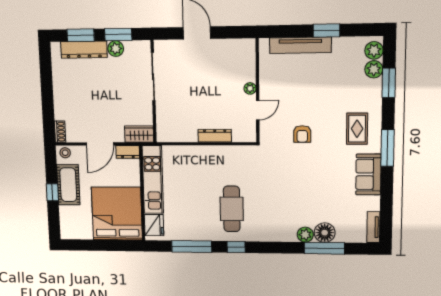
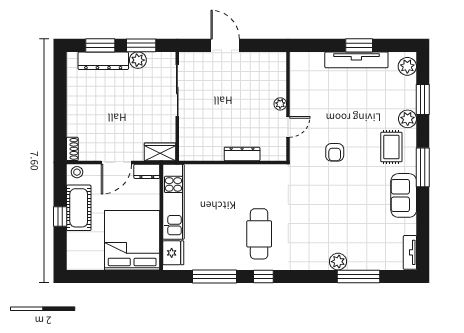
tv unit: (300, 45) -> (356, 60), moved
plant: (374, 69) -> (408, 119), moved
floor lamp: (325, 233) -> (359, 259), removed

